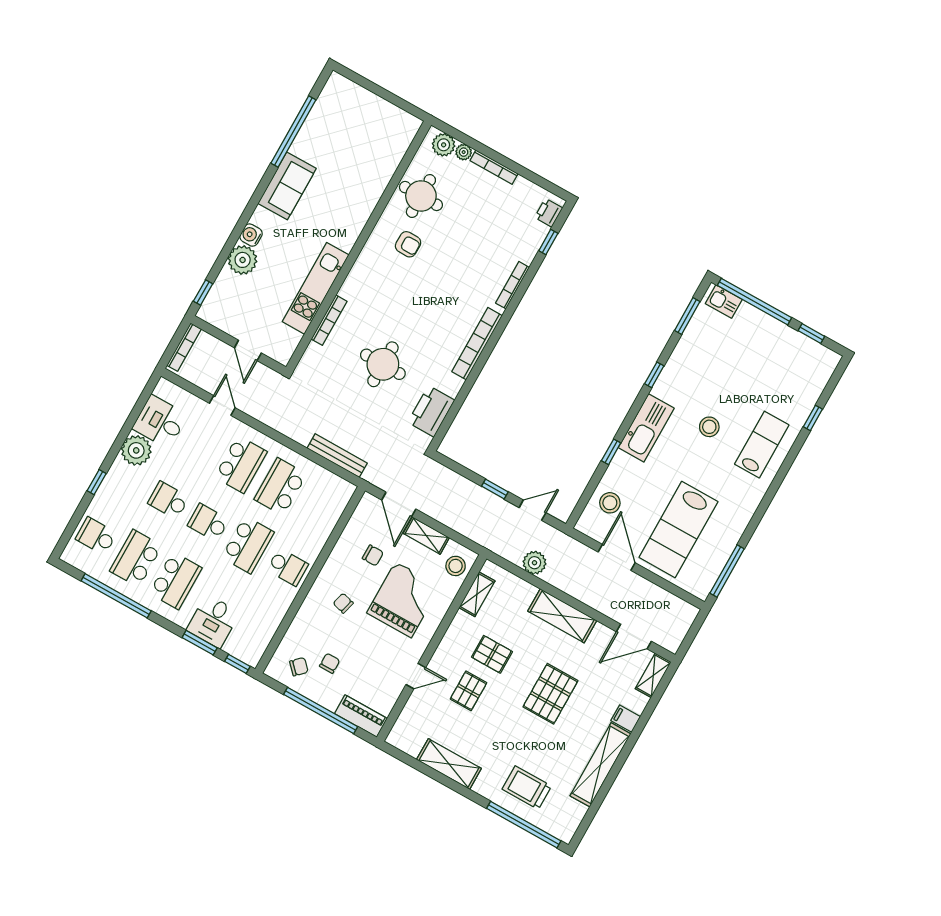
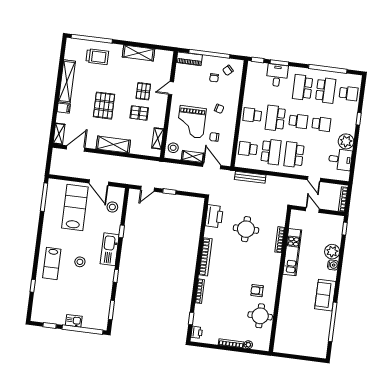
plant: (444, 145) -> (259, 344), removed
kitchen sink: (724, 301) -> (74, 321), moved
school desk: (320, 509) -> (248, 149), added
plant: (535, 563) -> (137, 164), removed

